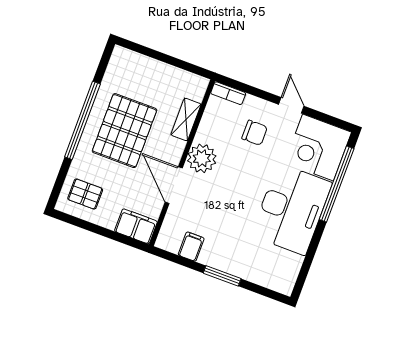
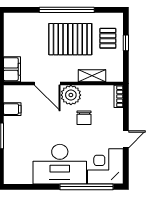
window: (158, 56) -> (126, 43), added
chair: (255, 133) -> (84, 118), moved
door: (174, 185) -> (47, 83), swing flipped
pallet: (85, 194) -> (108, 38), moved

